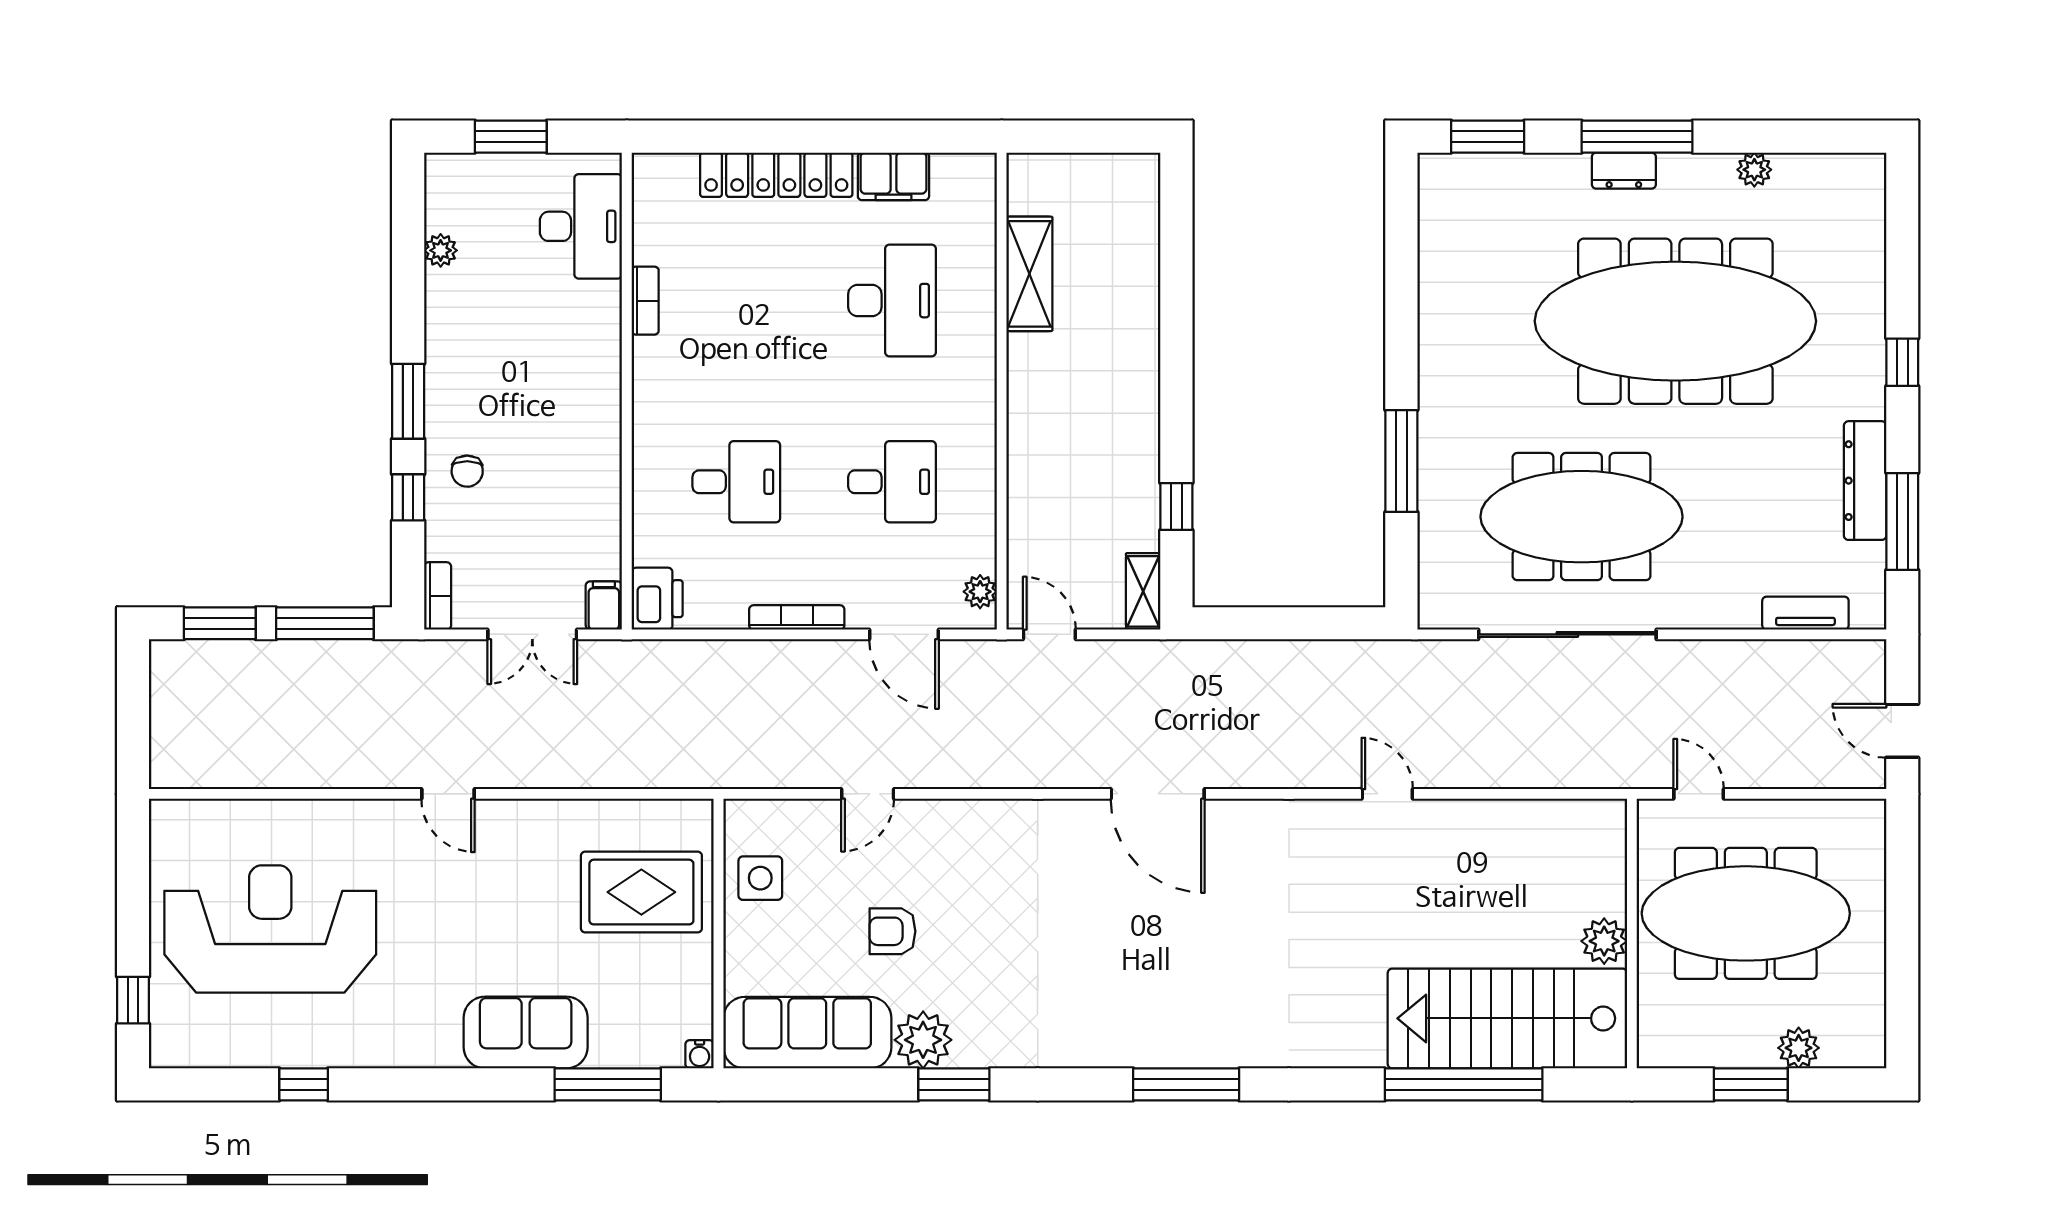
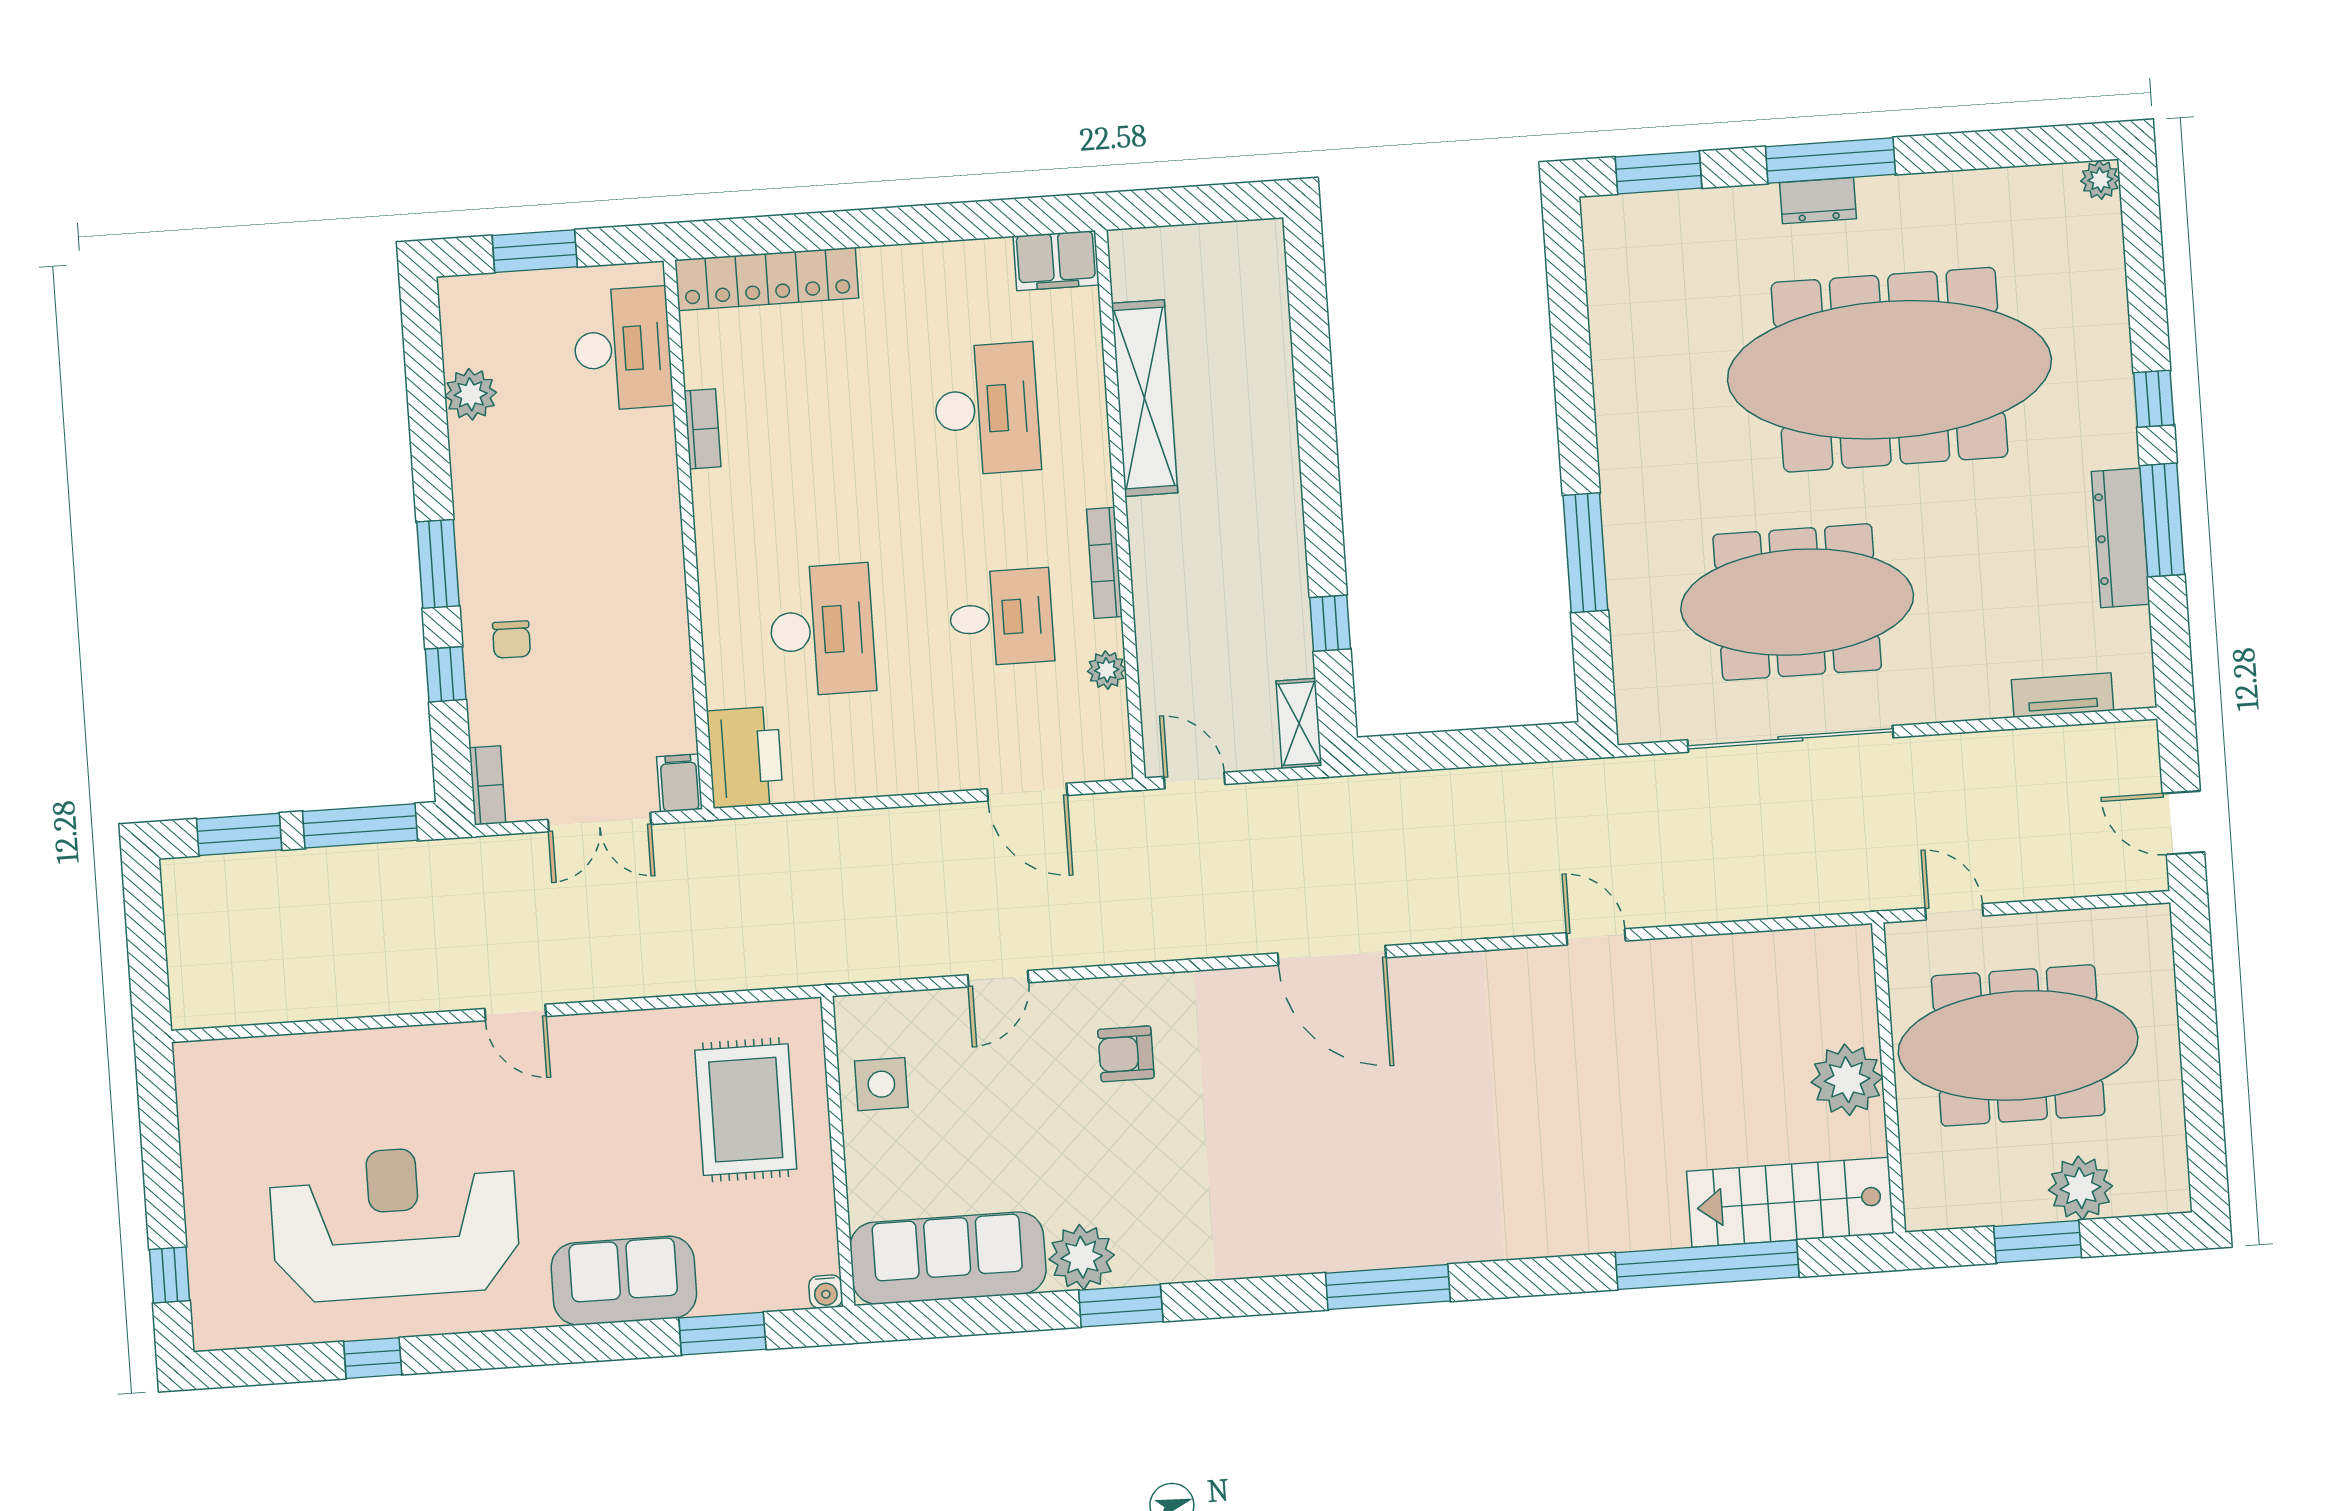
plant: (1754, 170) -> (2100, 180), moved
locker: (776, 175) -> (767, 279), moved
filing cabinet: (893, 176) -> (1056, 261), moved
plant: (441, 250) -> (471, 394), width x1.38, depth x1.38
shelving: (1029, 274) -> (1145, 398), width x1.47
desk: (736, 482) -> (822, 630), width x1.37
window: (1902, 521) -> (2162, 520), moved
plant: (980, 592) -> (1107, 670), moved
printer: (657, 599) -> (745, 757), width x1.37, depth x1.19
bookcase: (797, 617) -> (1104, 563), moved, turned -90
rug: (641, 892) -> (746, 1110), turned 90
reception desk: (270, 929) -> (395, 1223), moved
armchair: (892, 931) -> (1126, 1054), moved
plant: (1604, 941) -> (1847, 1080), width x1.36, depth x1.36
stairs: (1507, 1018) -> (1790, 1202), width x0.73, depth x0.66
plant: (1799, 1048) -> (2080, 1188), width x1.36, depth x1.36
window: (608, 1084) -> (722, 1334), width x0.69

